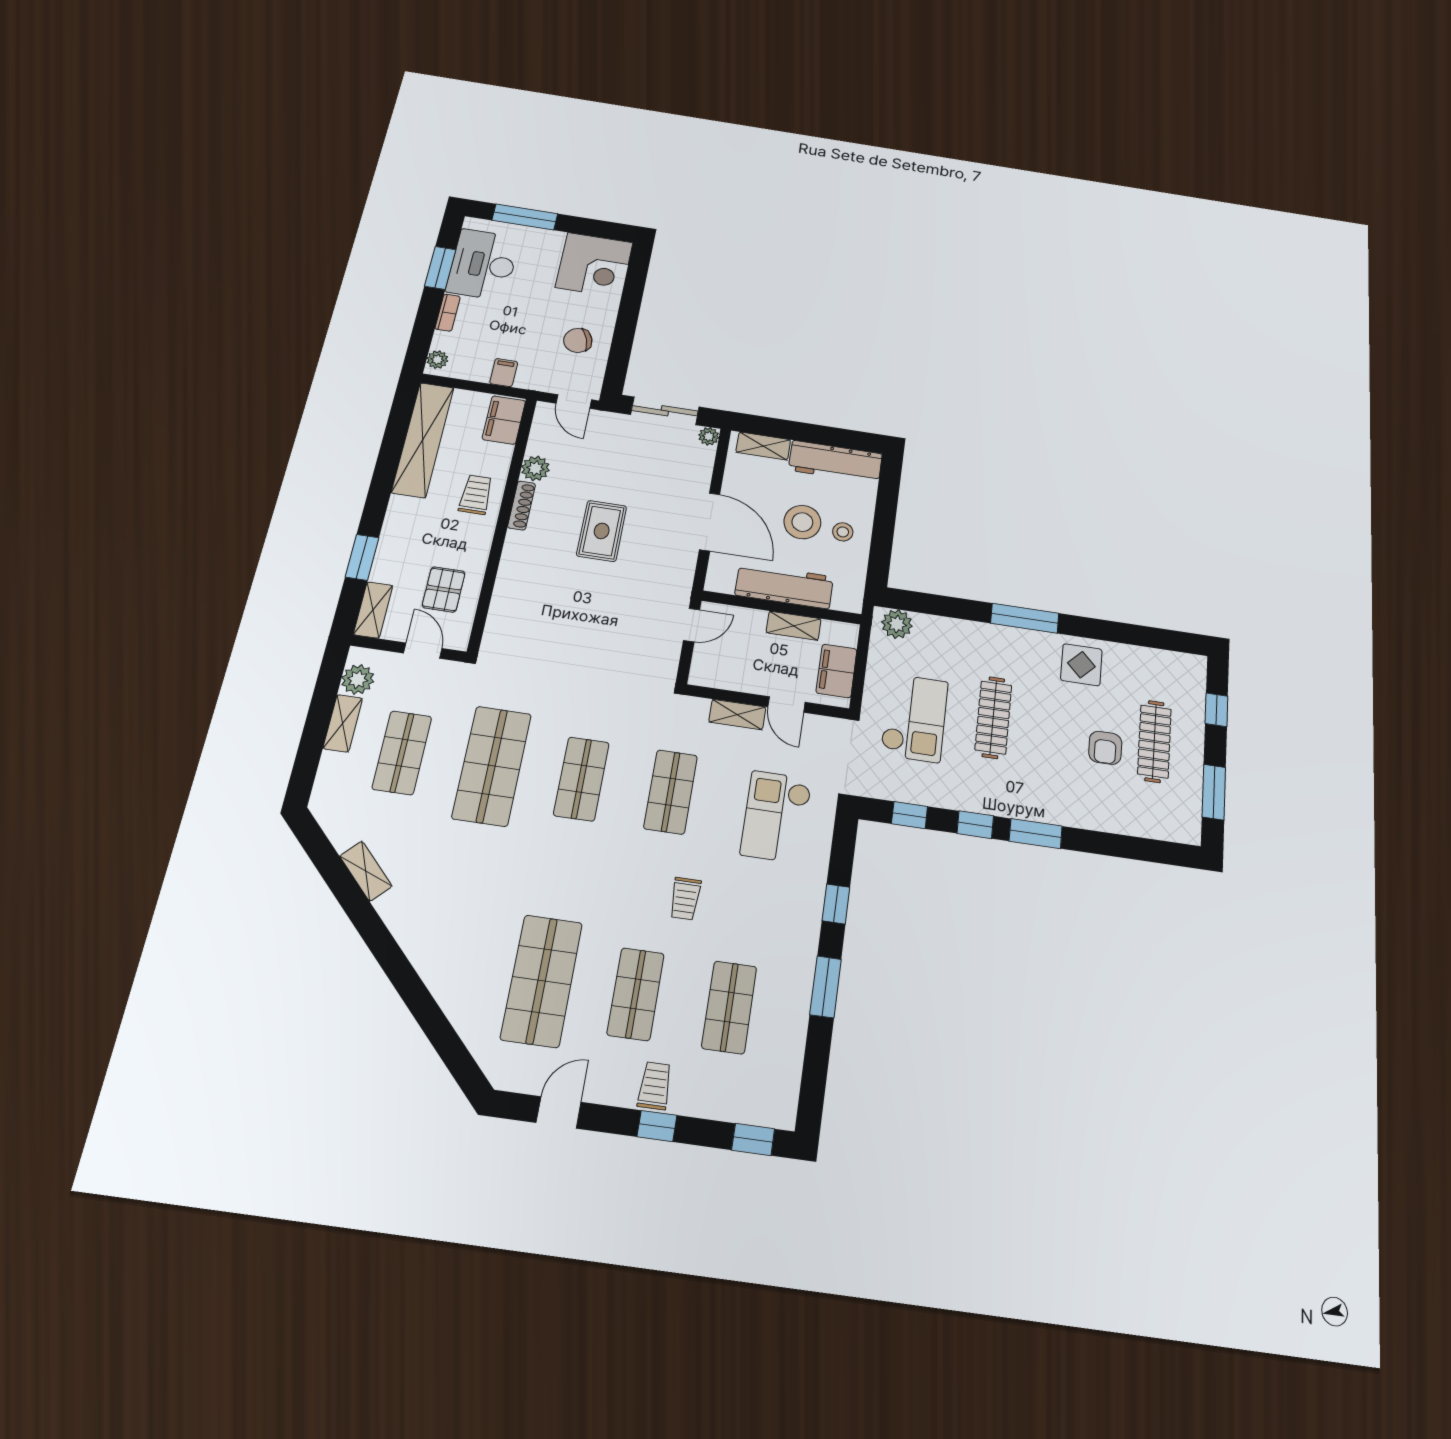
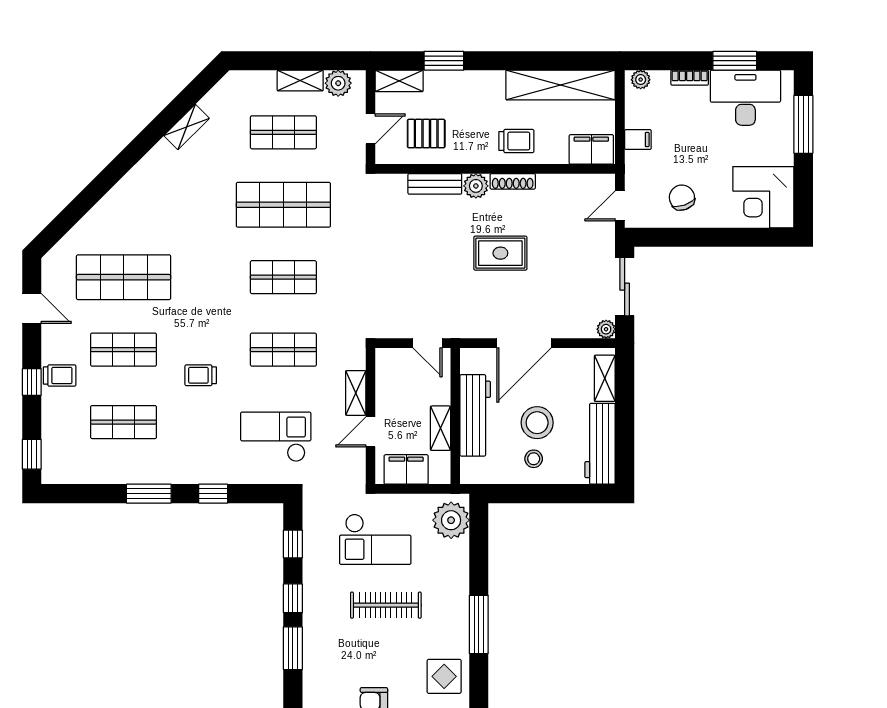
plant: (535, 468) -> (476, 186), moved
bench: (506, 589) -> (435, 184), added
plant: (897, 624) -> (451, 520), width x1.36, depth x1.36

